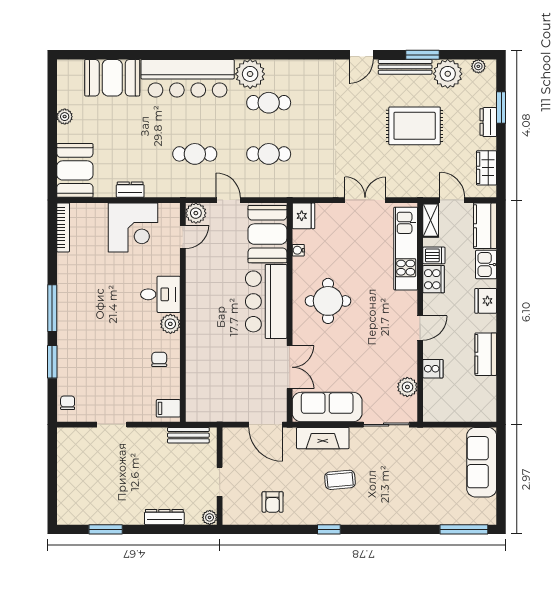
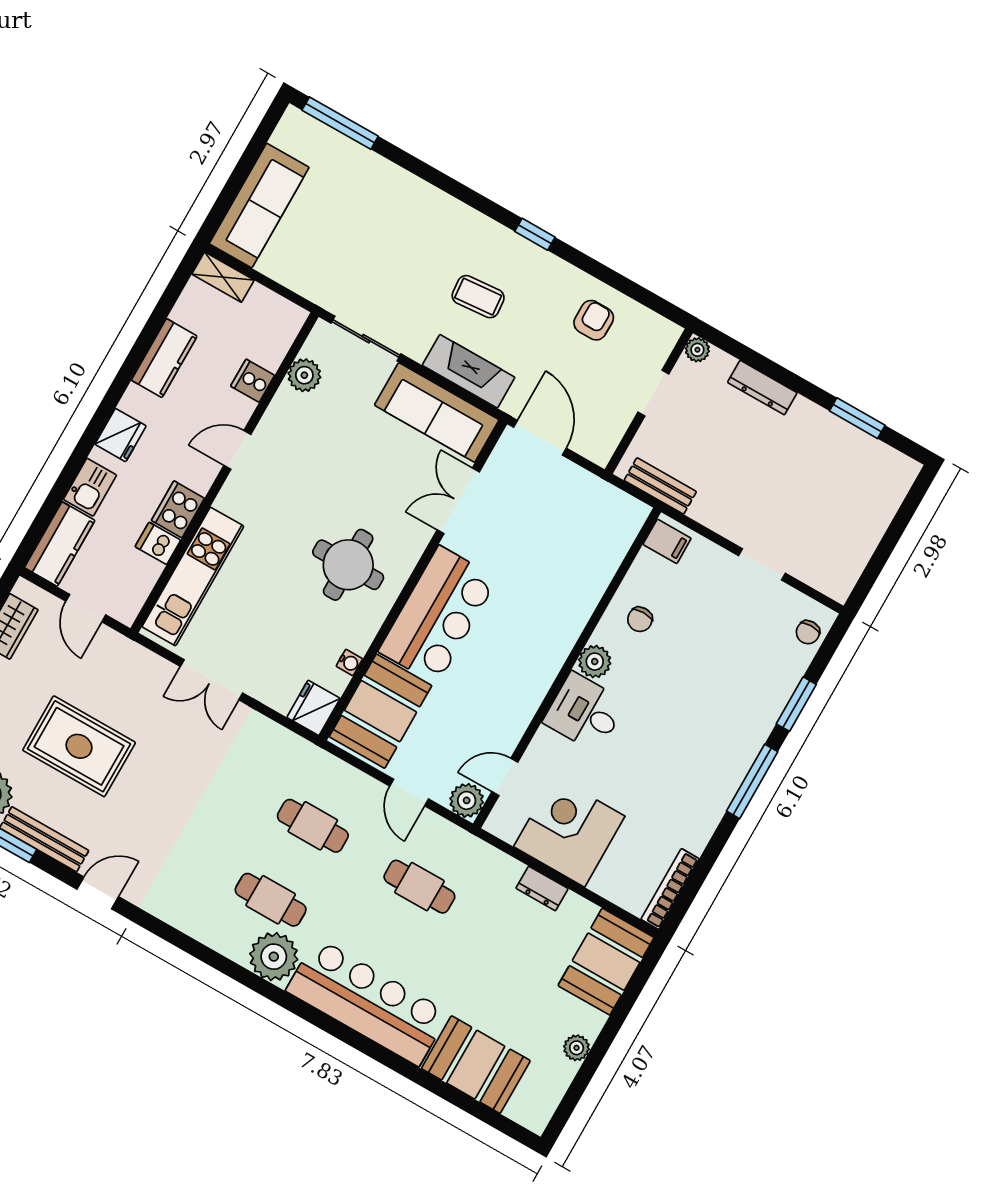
shelving: (431, 220) -> (223, 277), moved, turned 90

